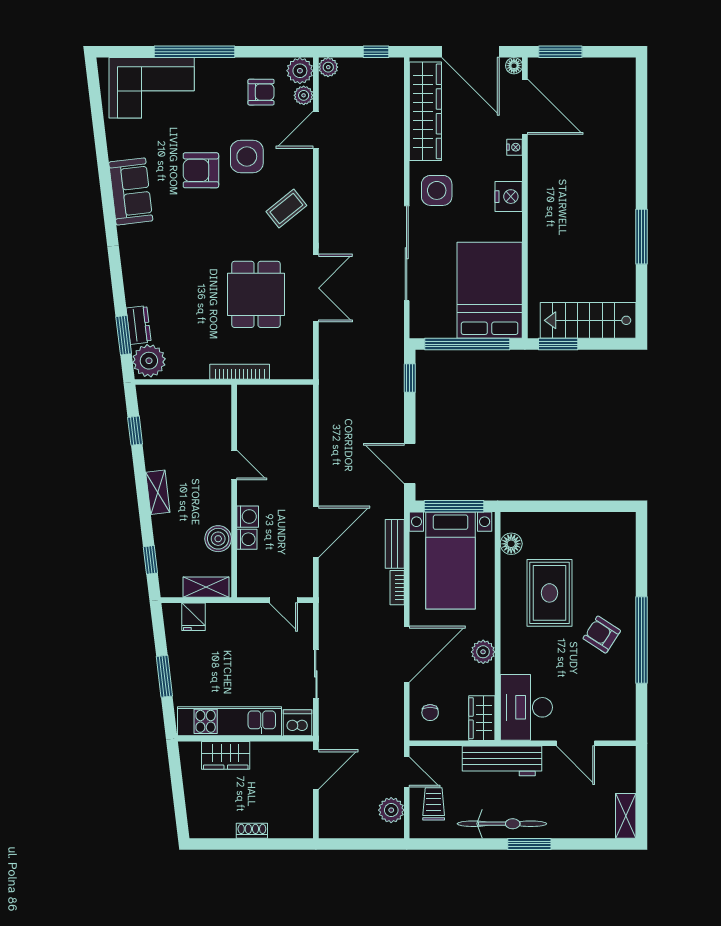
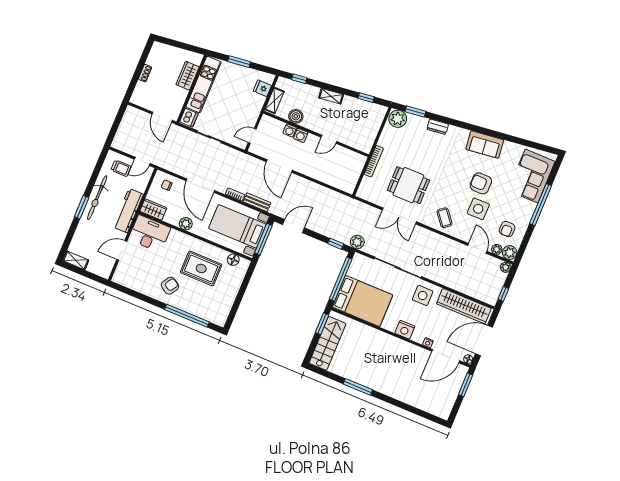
armchair: (201, 170) -> (481, 183), turned -89
dresser: (139, 325) -> (438, 127), moved
window: (641, 640) -> (187, 316), moved
plant: (391, 810) -> (357, 242), moved

